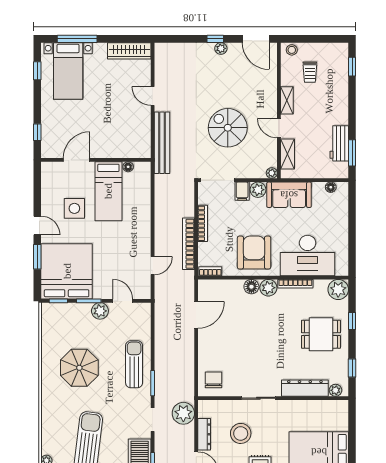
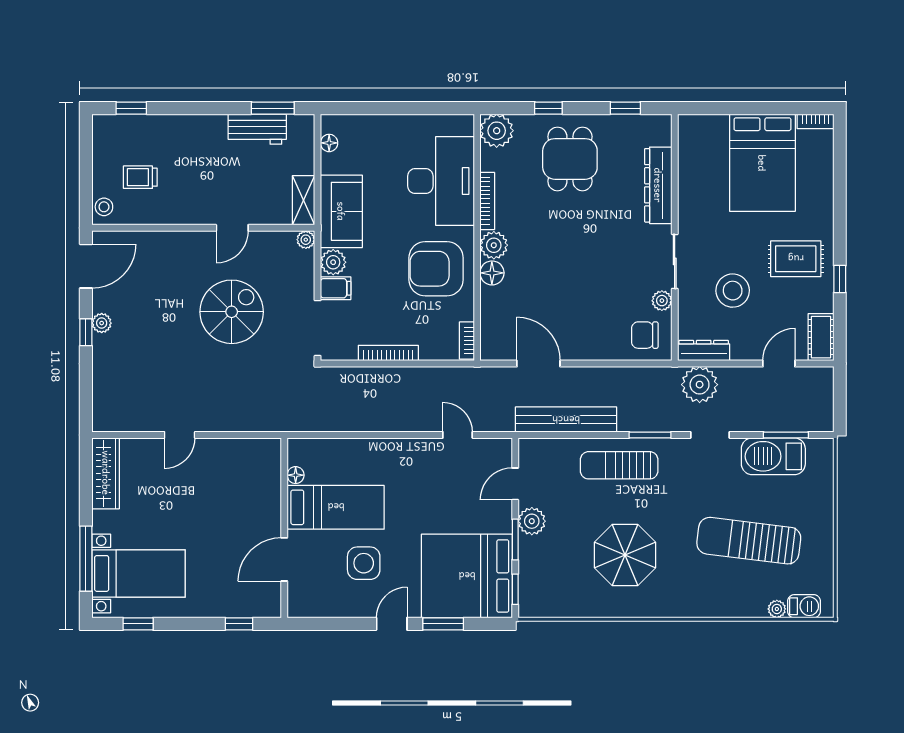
trolley: (310, 72) -> (140, 177), turned 180
shelving: (287, 100) -> (187, 215), removed
spiral stairs: (228, 128) -> (232, 312), turned 180
bench: (162, 143) -> (566, 420), moved
shelving: (287, 154) -> (304, 200), moved, turned 90
door: (77, 160) -> (284, 559), hinge flipped
bookcase: (189, 244) -> (422, 376), removed
plant: (336, 390) -> (662, 301), moved
dresser: (204, 434) -> (704, 350), moved

